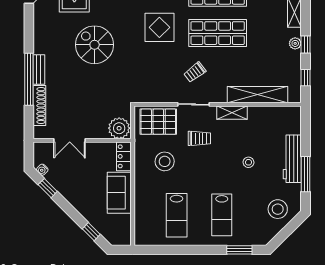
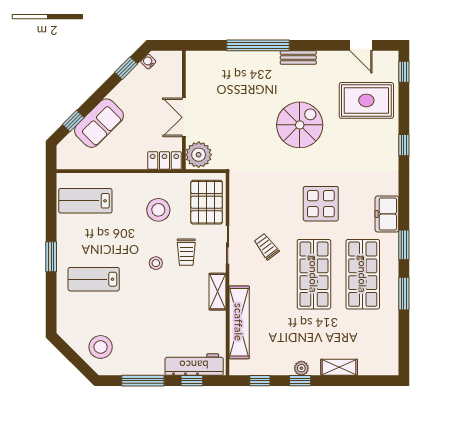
bench: (39, 69) -> (298, 57), moved
shoe rack: (39, 106) -> (226, 58), removed
window: (306, 134) -> (192, 381), added
double door: (70, 140) -> (184, 117), moved
workbench: (292, 159) -> (194, 365), moved
stool: (248, 162) -> (156, 263), moved
sofa: (119, 193) -> (99, 123), moved, turned 135
lab bench: (177, 215) -> (85, 201), moved
window: (239, 250) -> (51, 257), moved

